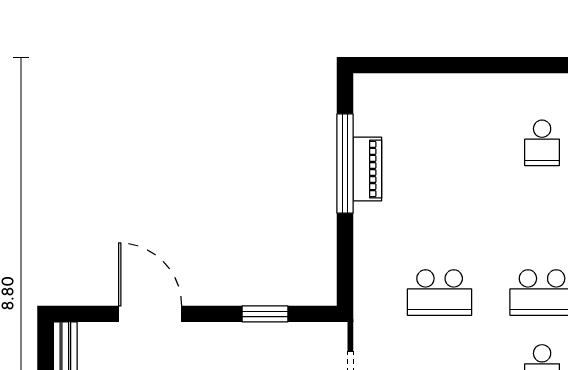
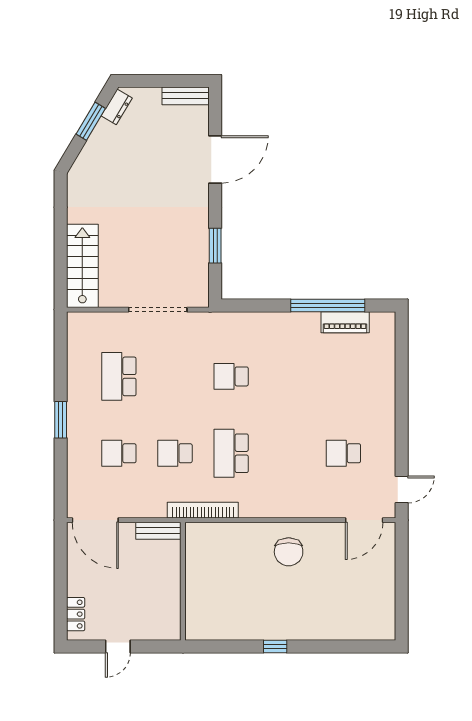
piano: (367, 169) -> (345, 322), moved
school desk: (440, 293) -> (231, 376), width x0.54

